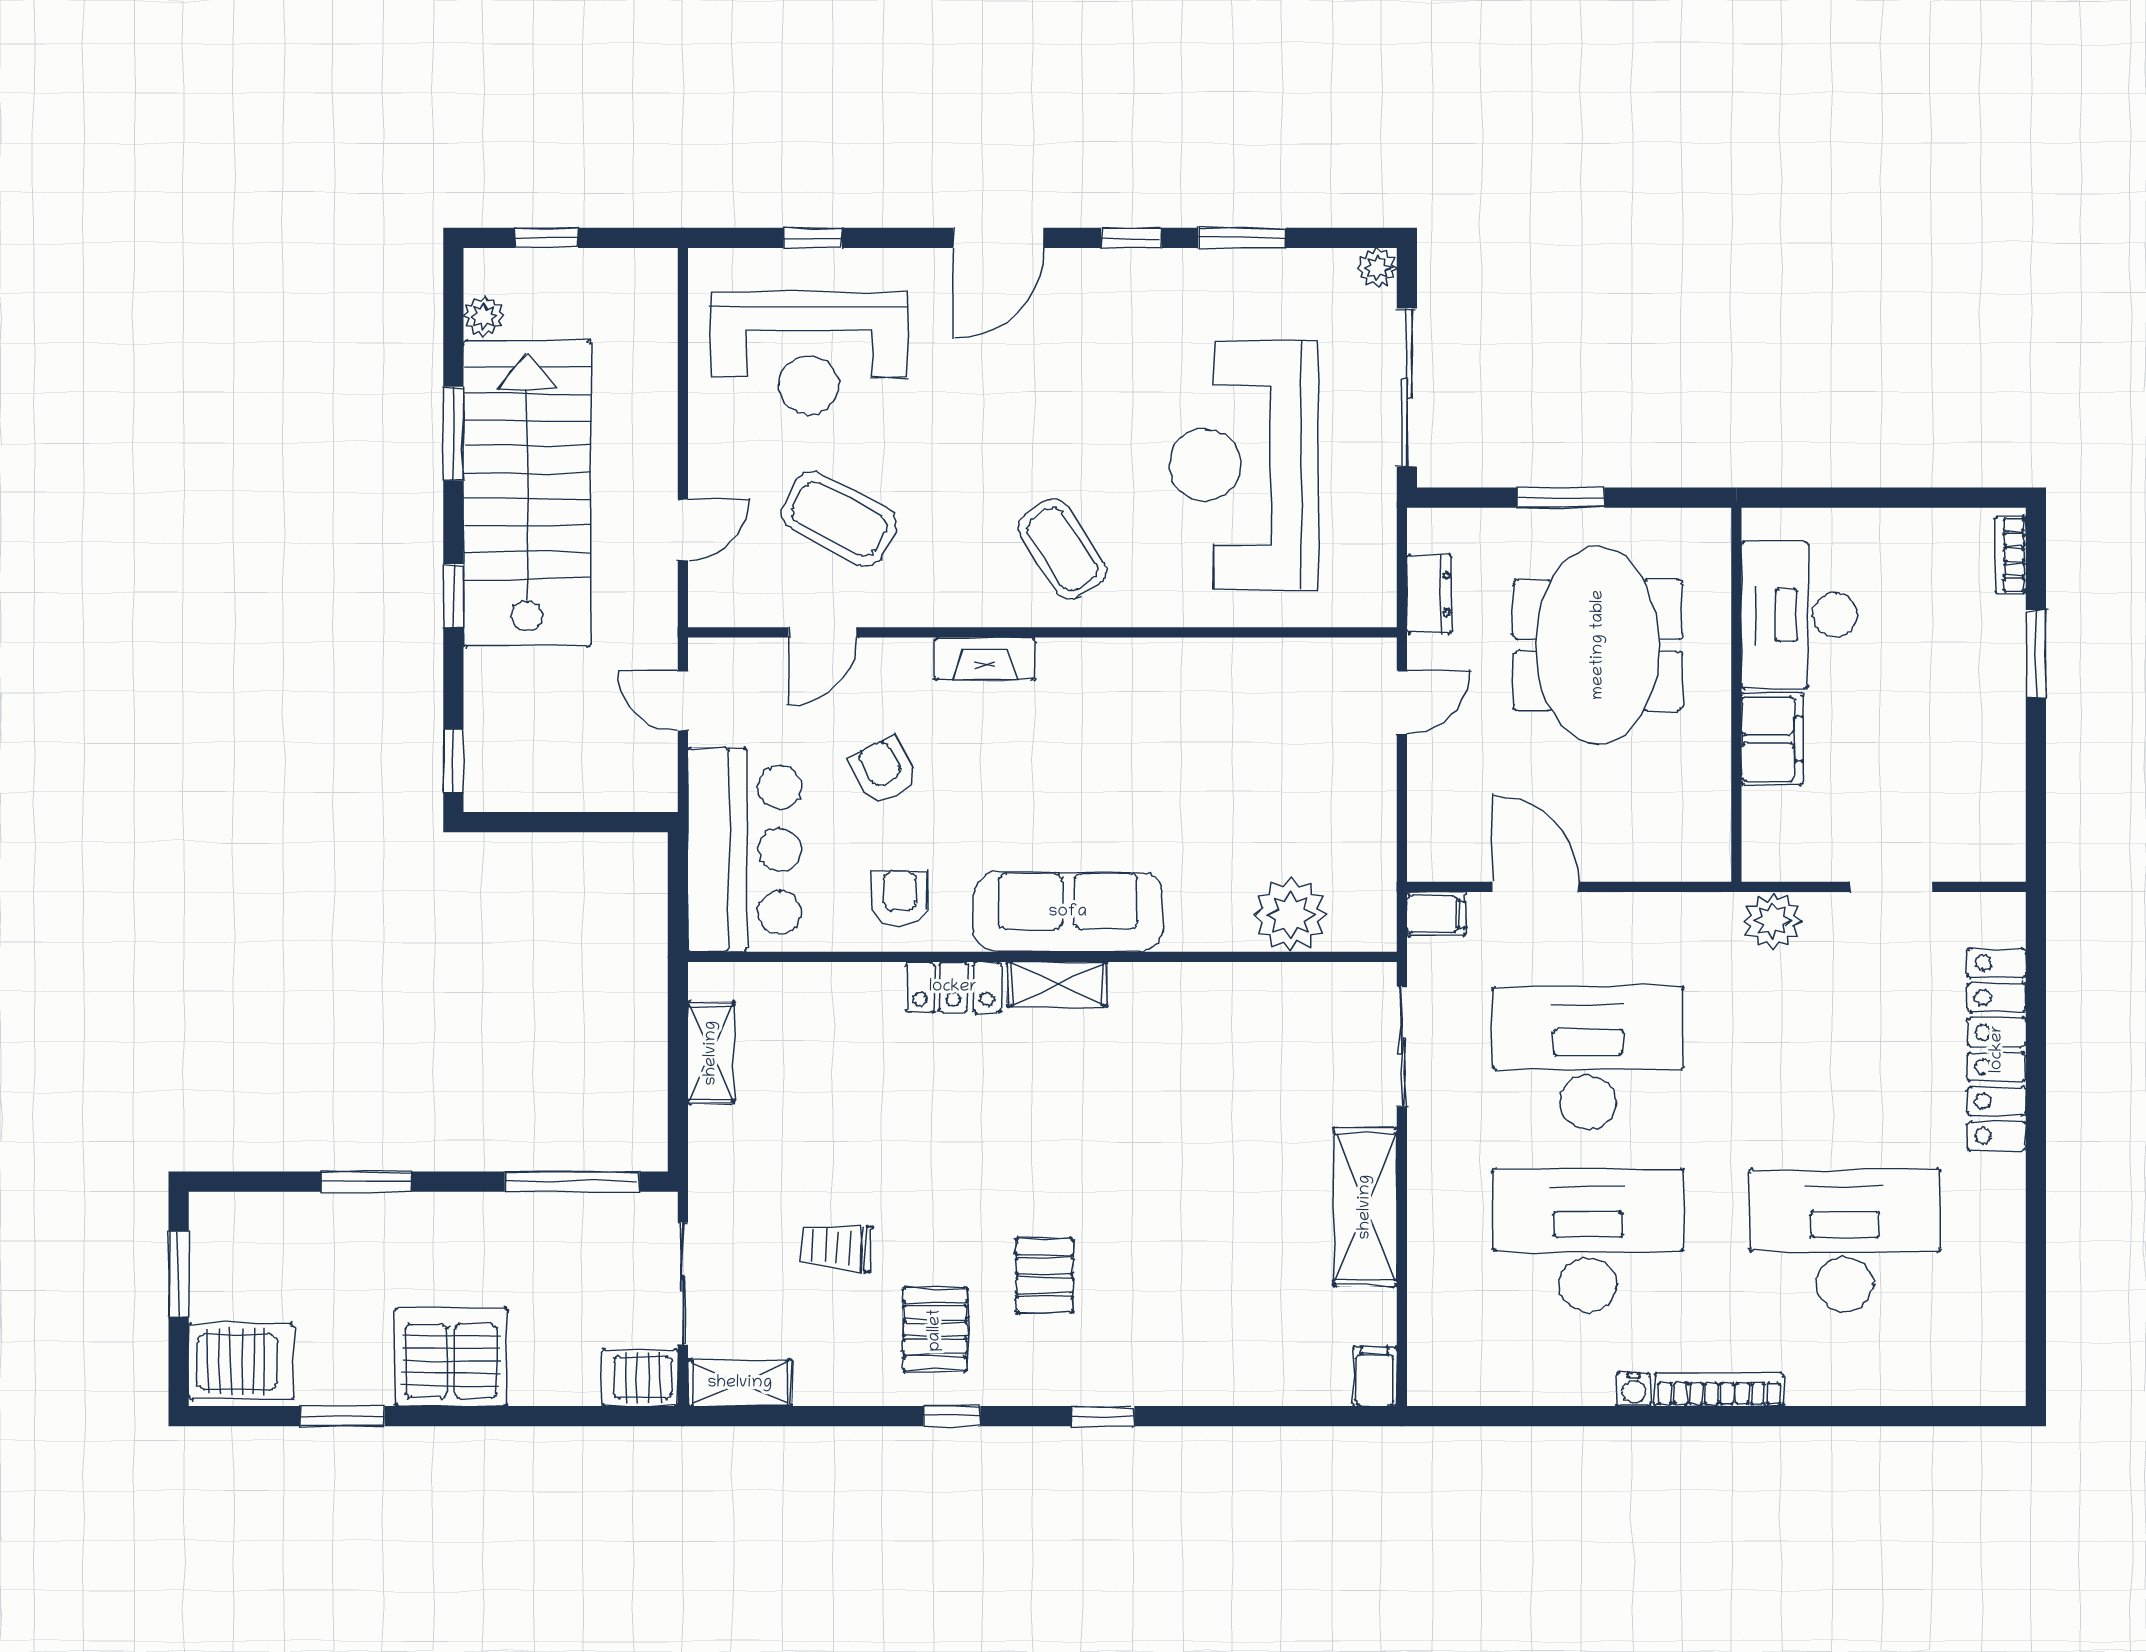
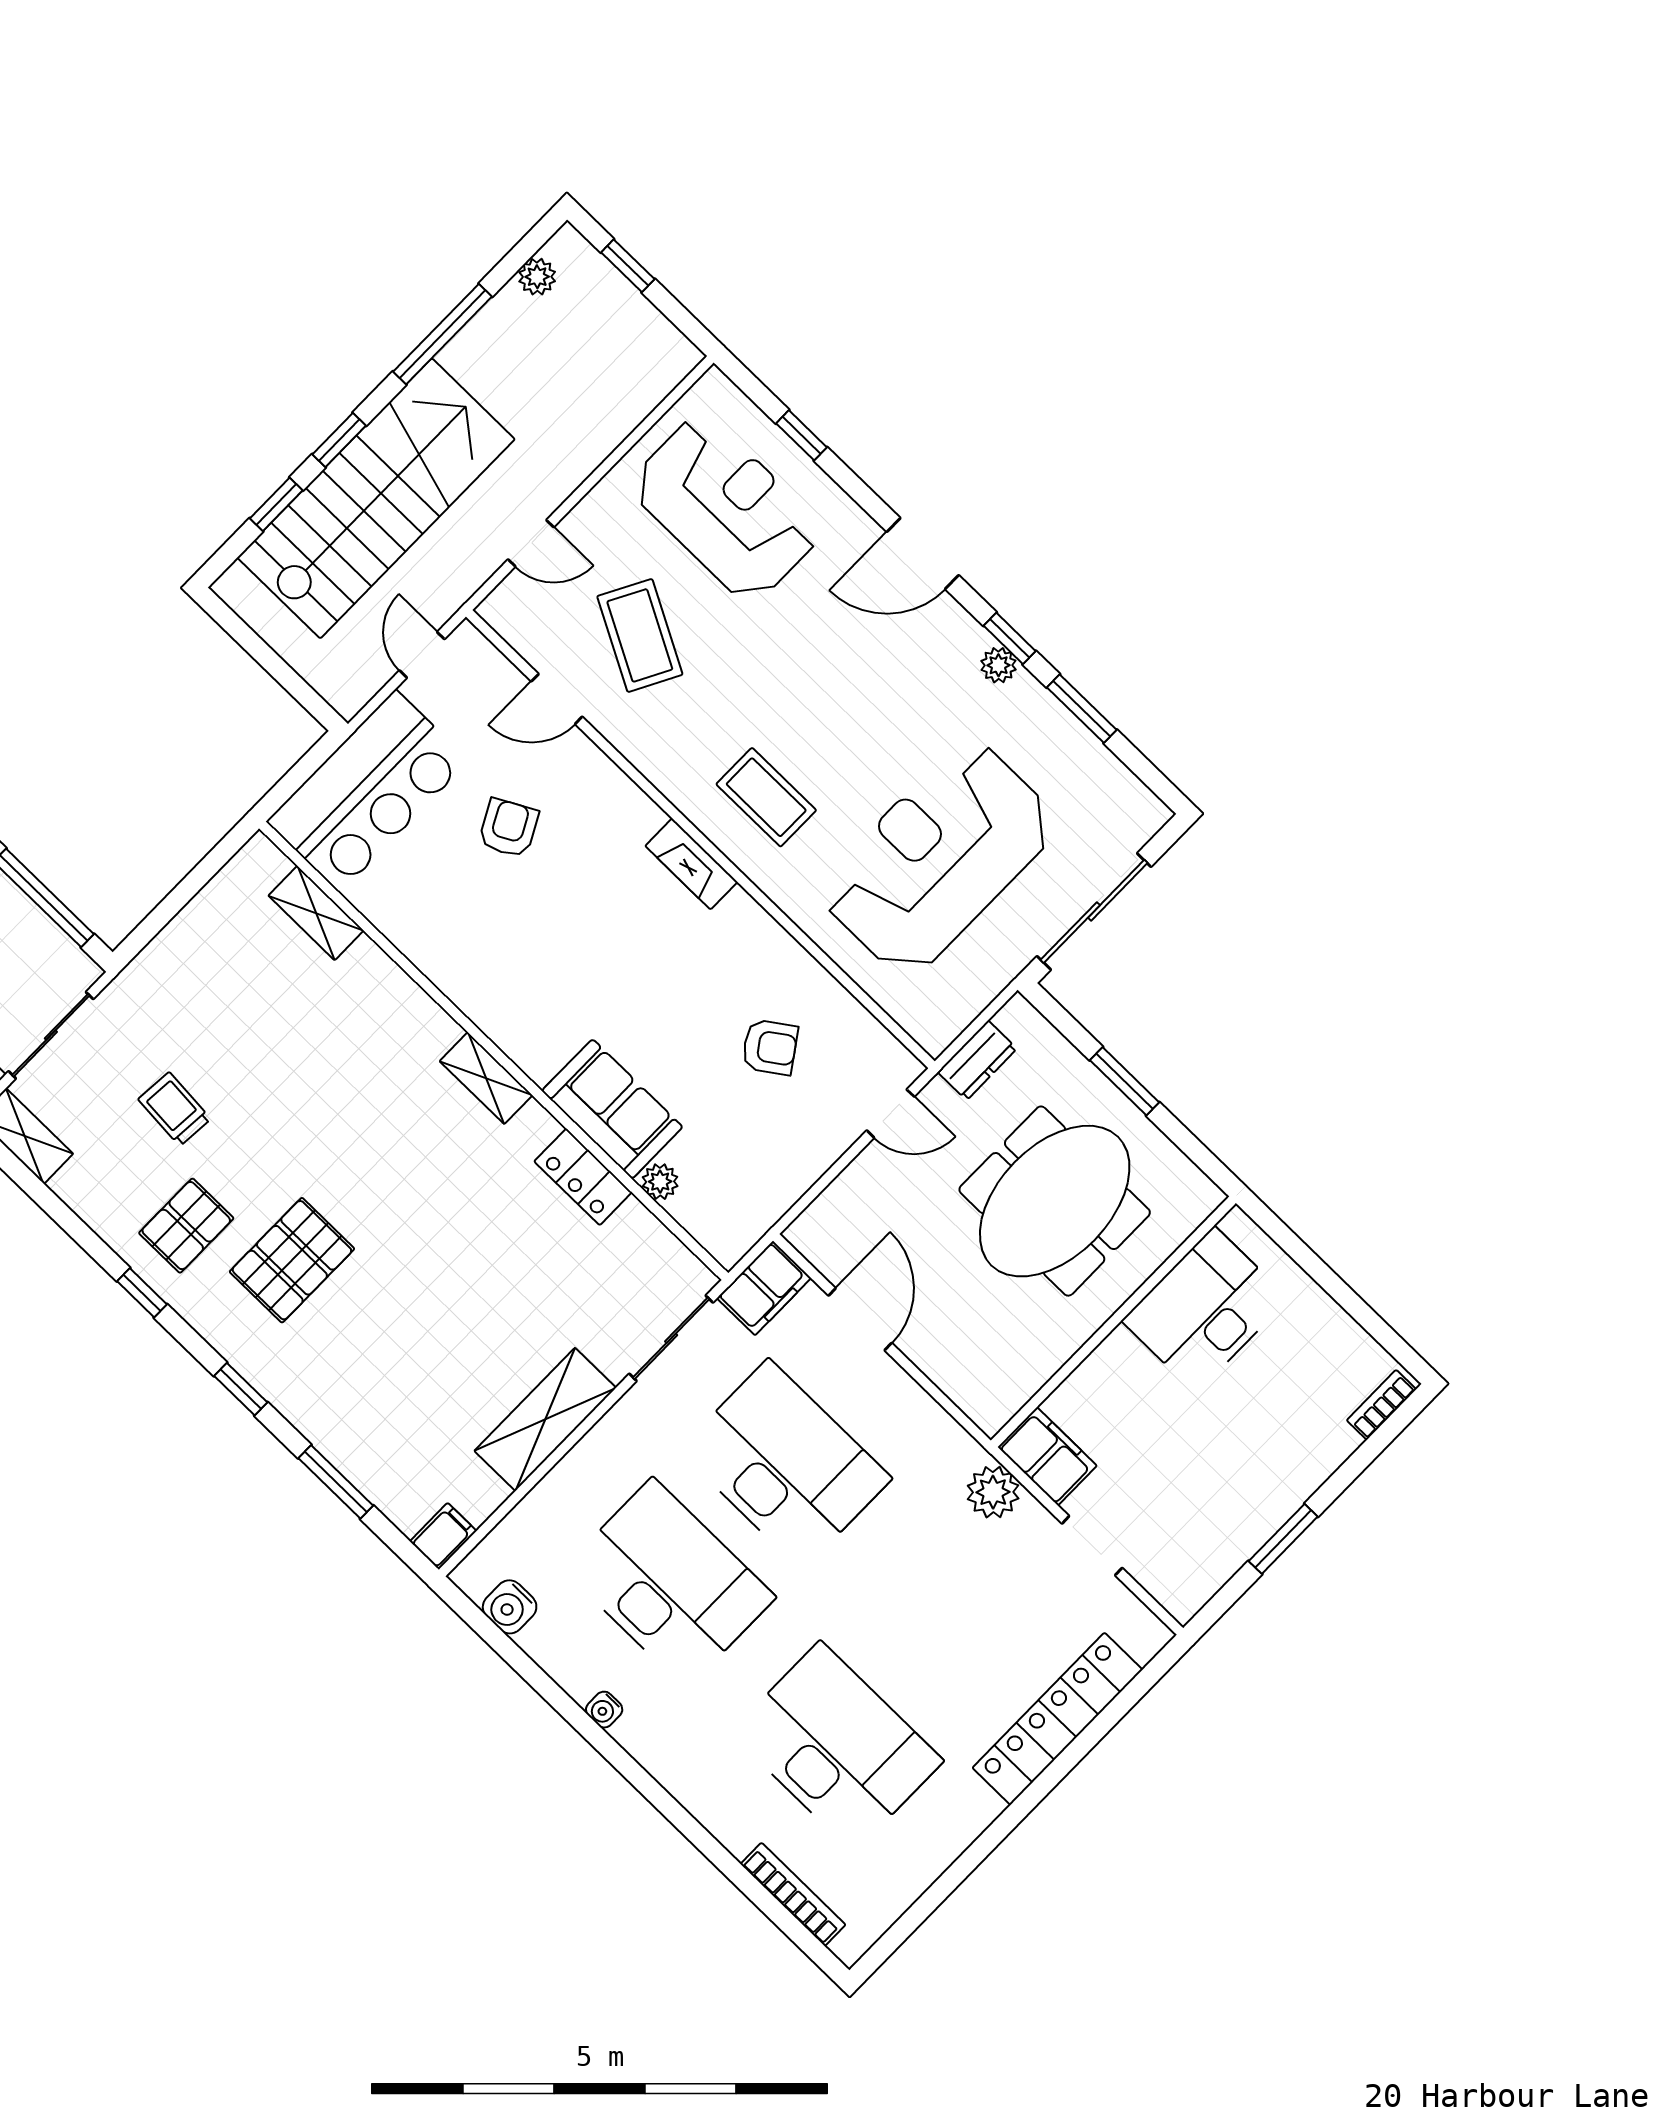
plant: (1377, 268) -> (999, 665), moved
reception desk: (809, 353) -> (726, 508), turned 180
window: (453, 434) -> (442, 334), width x1.44
stairs: (527, 493) -> (376, 498), moved
coffee table: (1062, 549) -> (766, 797), turned -57
window: (2036, 654) -> (1283, 1539), moved
fireplace: (985, 659) -> (691, 864), moved
filing cabinet: (1772, 739) -> (1047, 1456), moved, turned -90
window: (453, 761) -> (276, 504), moved
armchair: (900, 899) -> (770, 1047), moved, turned 55
sofa: (1068, 912) -> (612, 1109), moved, width x0.73
filing cabinet: (1436, 914) -> (764, 1288), width x2.00
plant: (1291, 915) -> (660, 1182), width x0.53, depth x0.53
locker: (953, 987) -> (583, 1177), moved
shelving: (711, 1053) -> (316, 913), moved, turned 90
pallet: (1044, 1276) -> (292, 1260), width x1.50, depth x1.42
water cooler: (1481, 1381) -> (510, 1607), added
bookcase: (1719, 1390) -> (793, 1894), moved
window: (1249, 1416) -> (336, 1482), added

